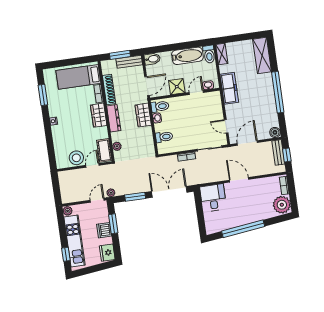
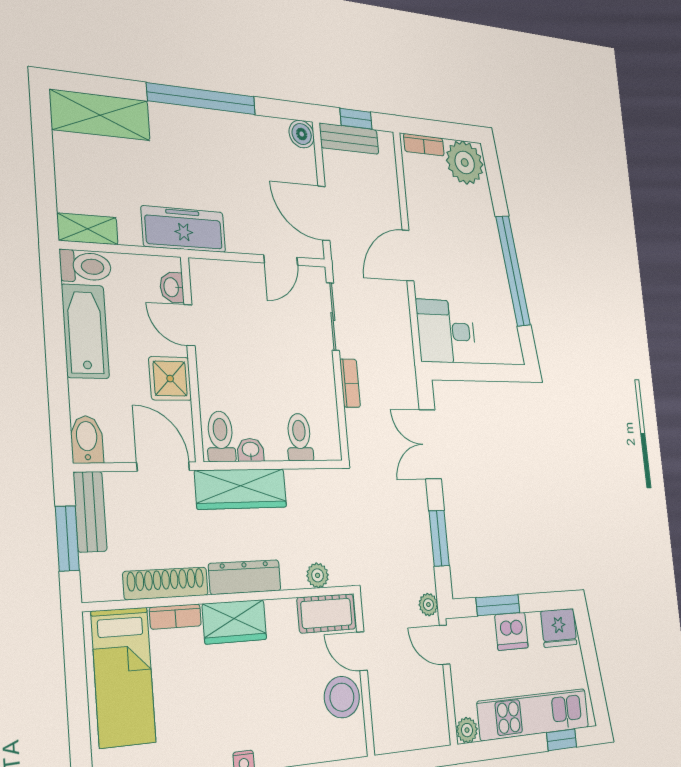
wardrobe: (143, 115) -> (241, 489), width x1.50
double door: (169, 192) -> (430, 444), width x0.73

